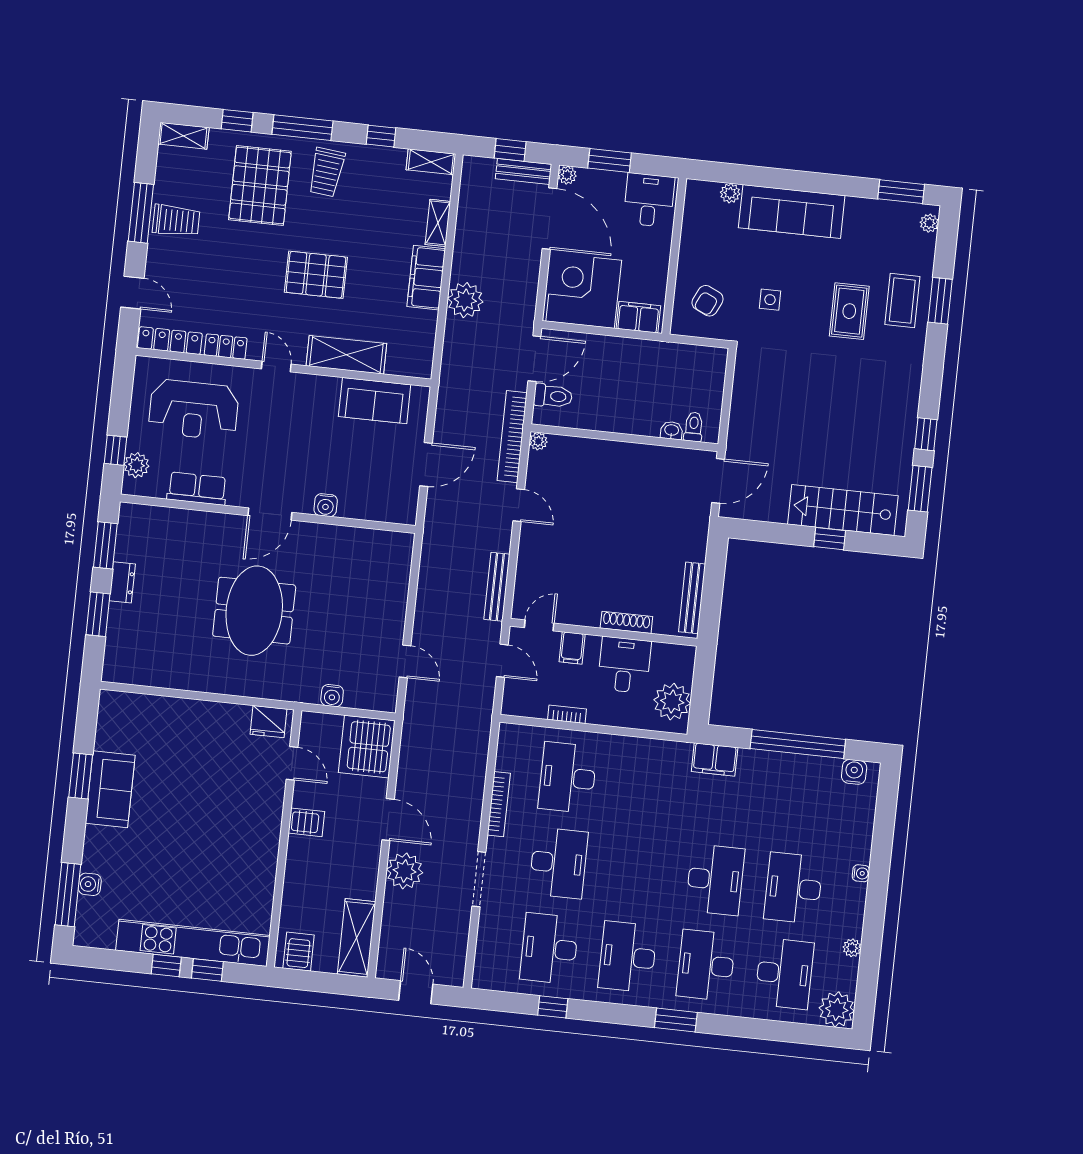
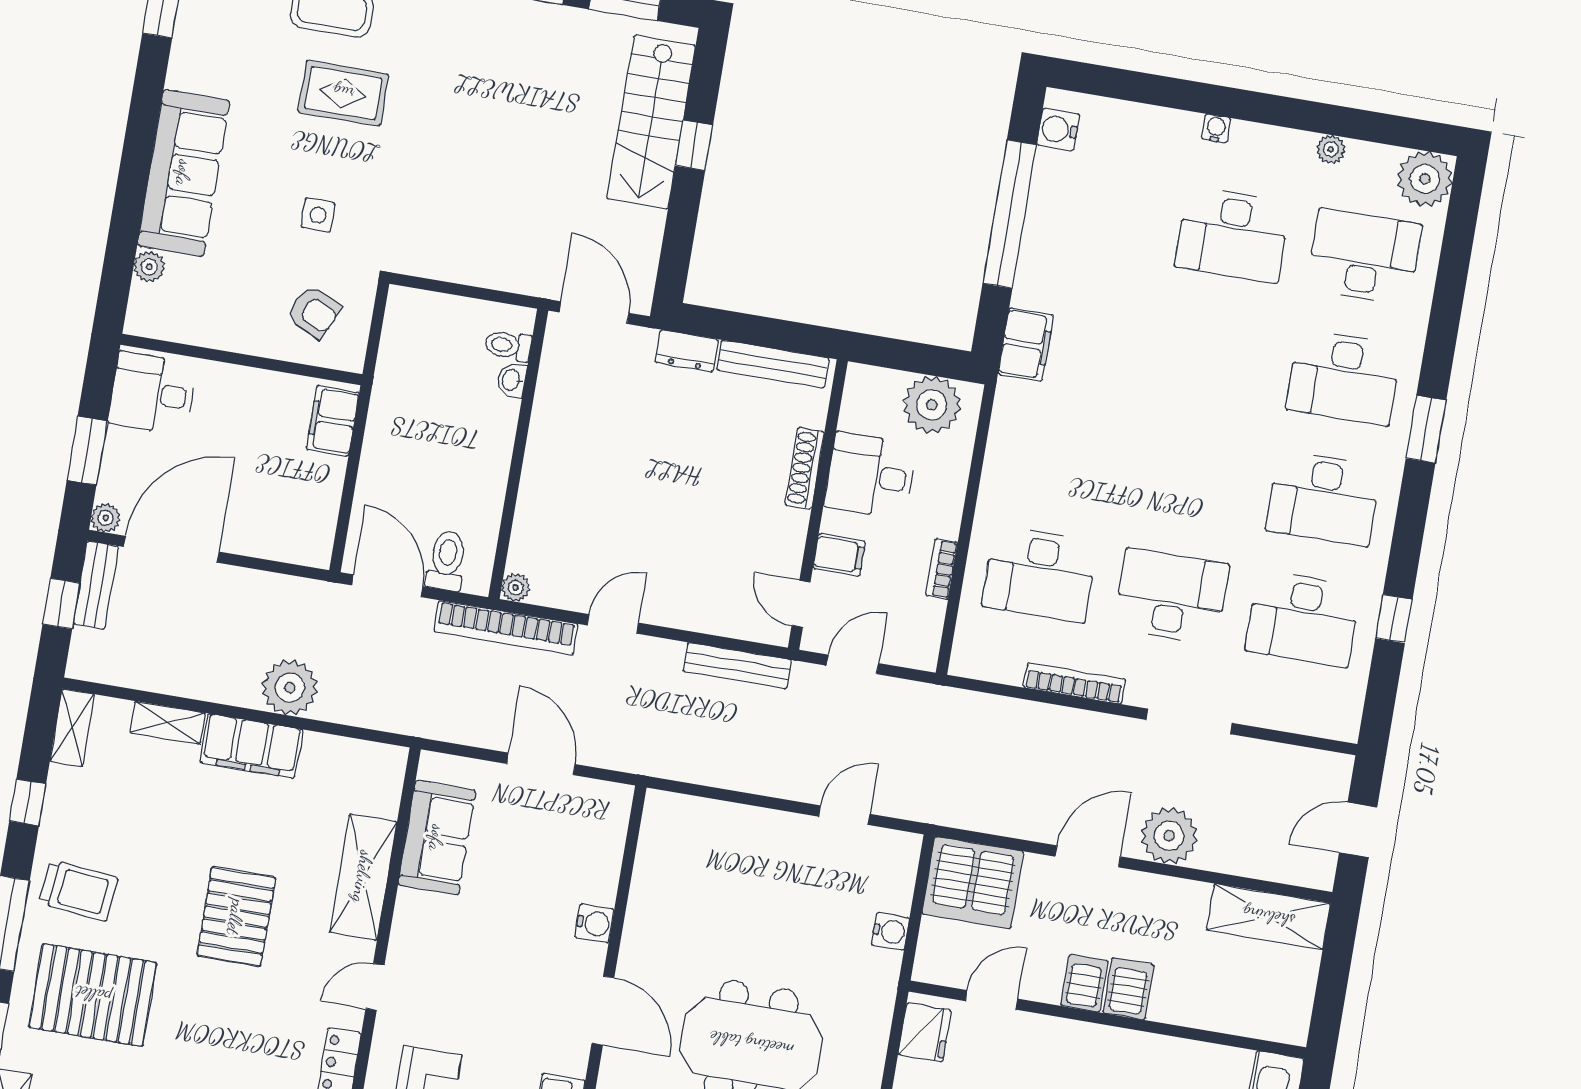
corner desk: (584, 291) -> (287, 503), removed
dresser: (697, 542) -> (687, 351), added
desk: (715, 880) -> (1212, 355), removed
server rack: (299, 952) -> (1128, 989), moved, turned 90

